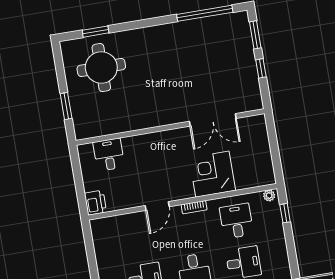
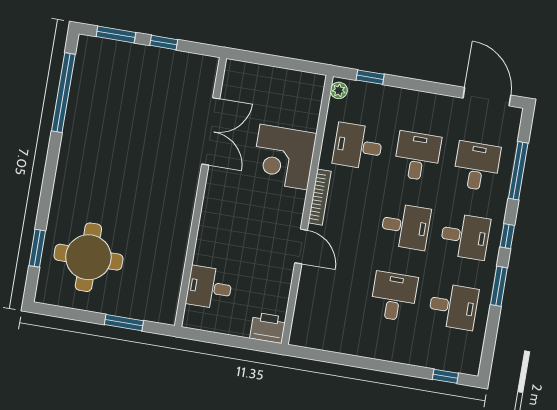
bookcase: (194, 207) -> (320, 197), width x1.56

